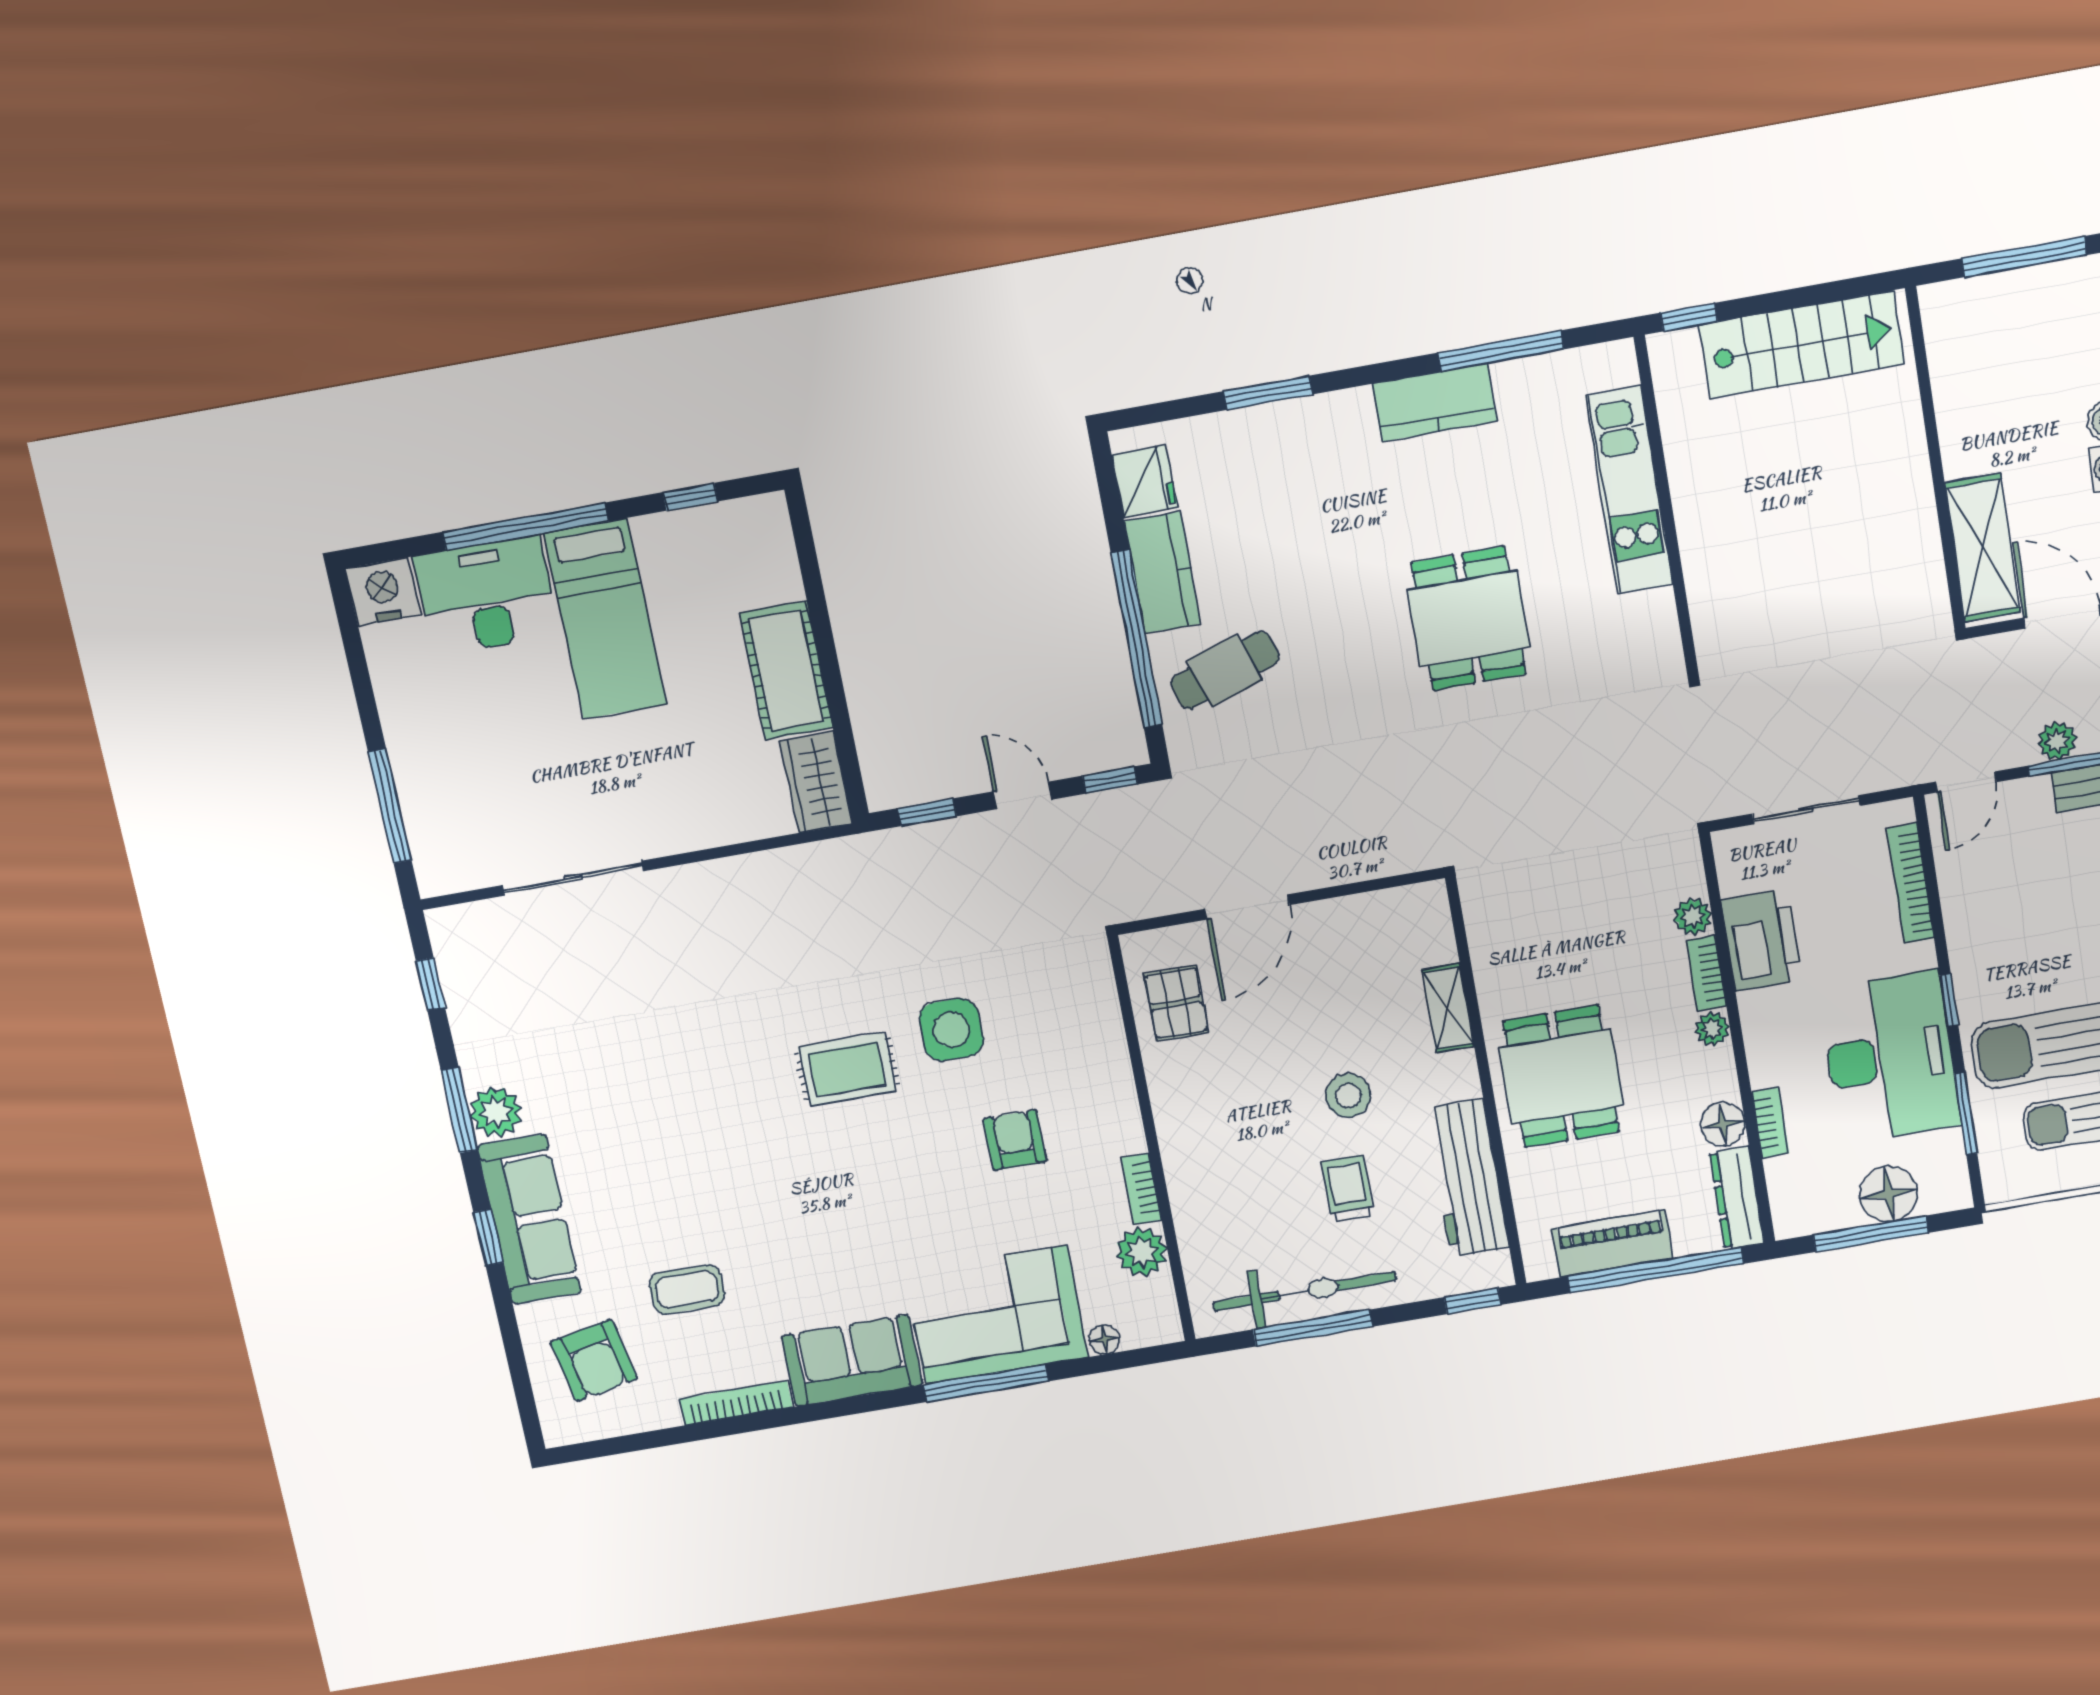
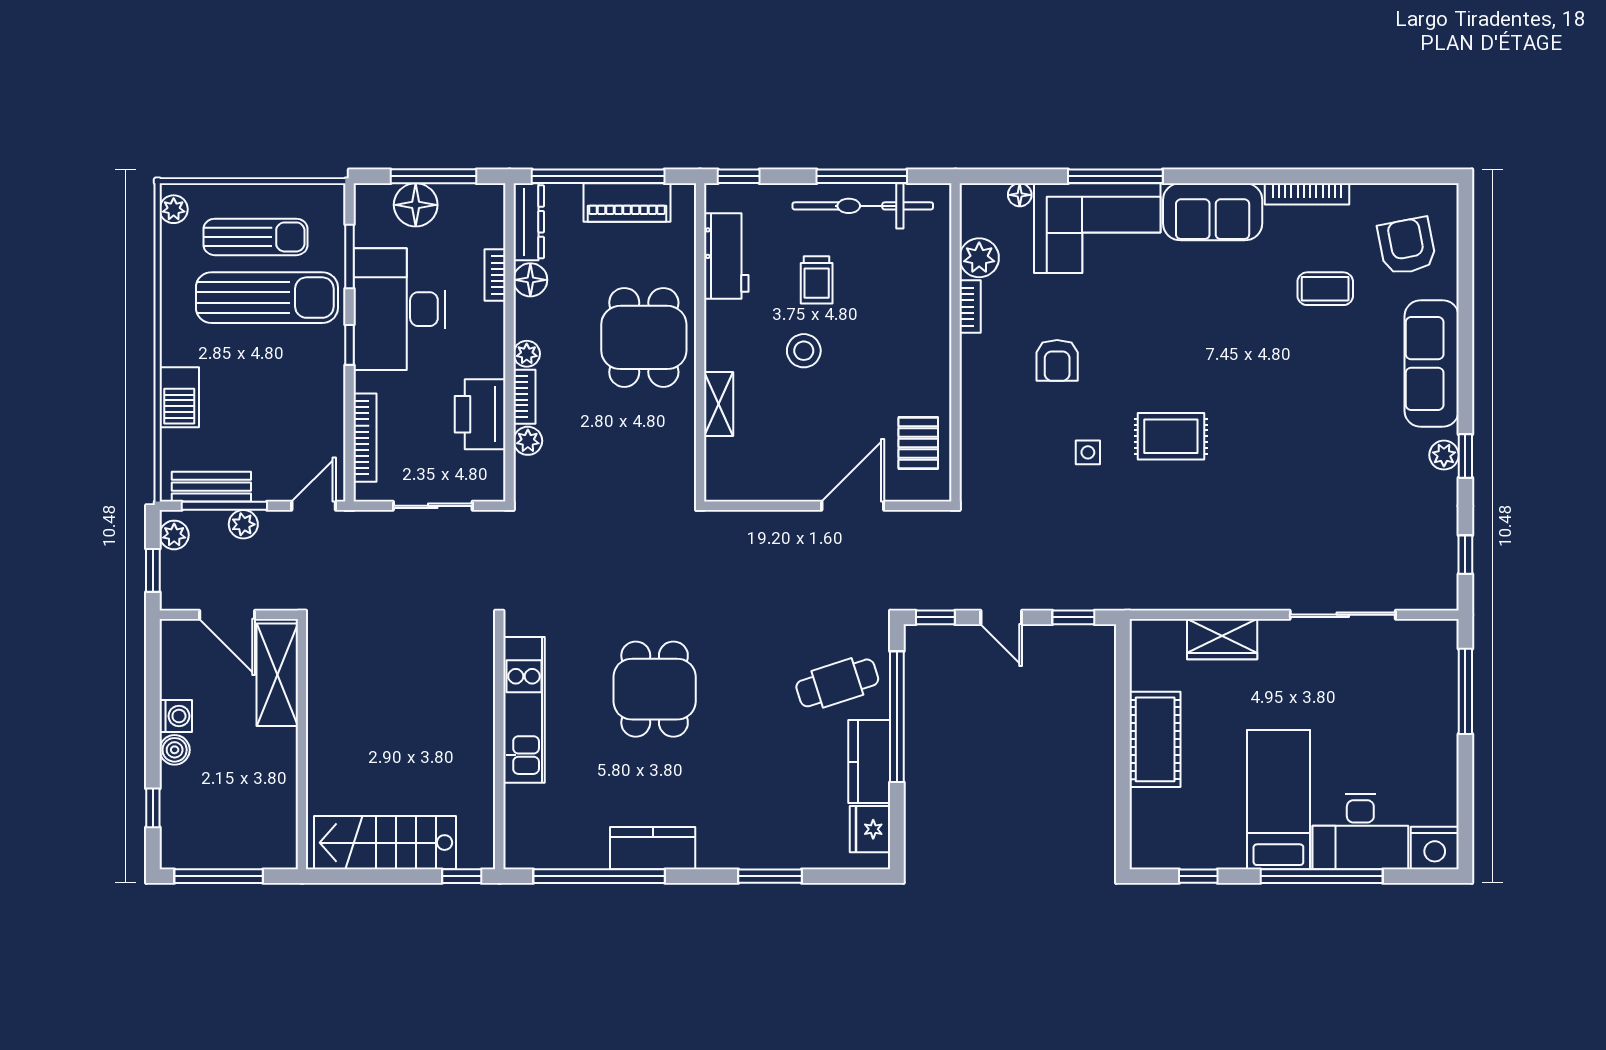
window: (1501, 351) -> (599, 876), width x1.46
kitchen unit: (1629, 490) -> (524, 710), moved
wardrobe: (816, 782) -> (1222, 639), moved, turned 90
side table: (951, 1030) -> (1088, 452), width x0.54, depth x0.54
window: (459, 1110) -> (1465, 456), width x0.67
plant: (496, 1112) -> (1444, 455), width x0.73, depth x0.73
workbench: (1467, 1178) -> (726, 256), width x0.73
window: (488, 1237) -> (1465, 355), removed

